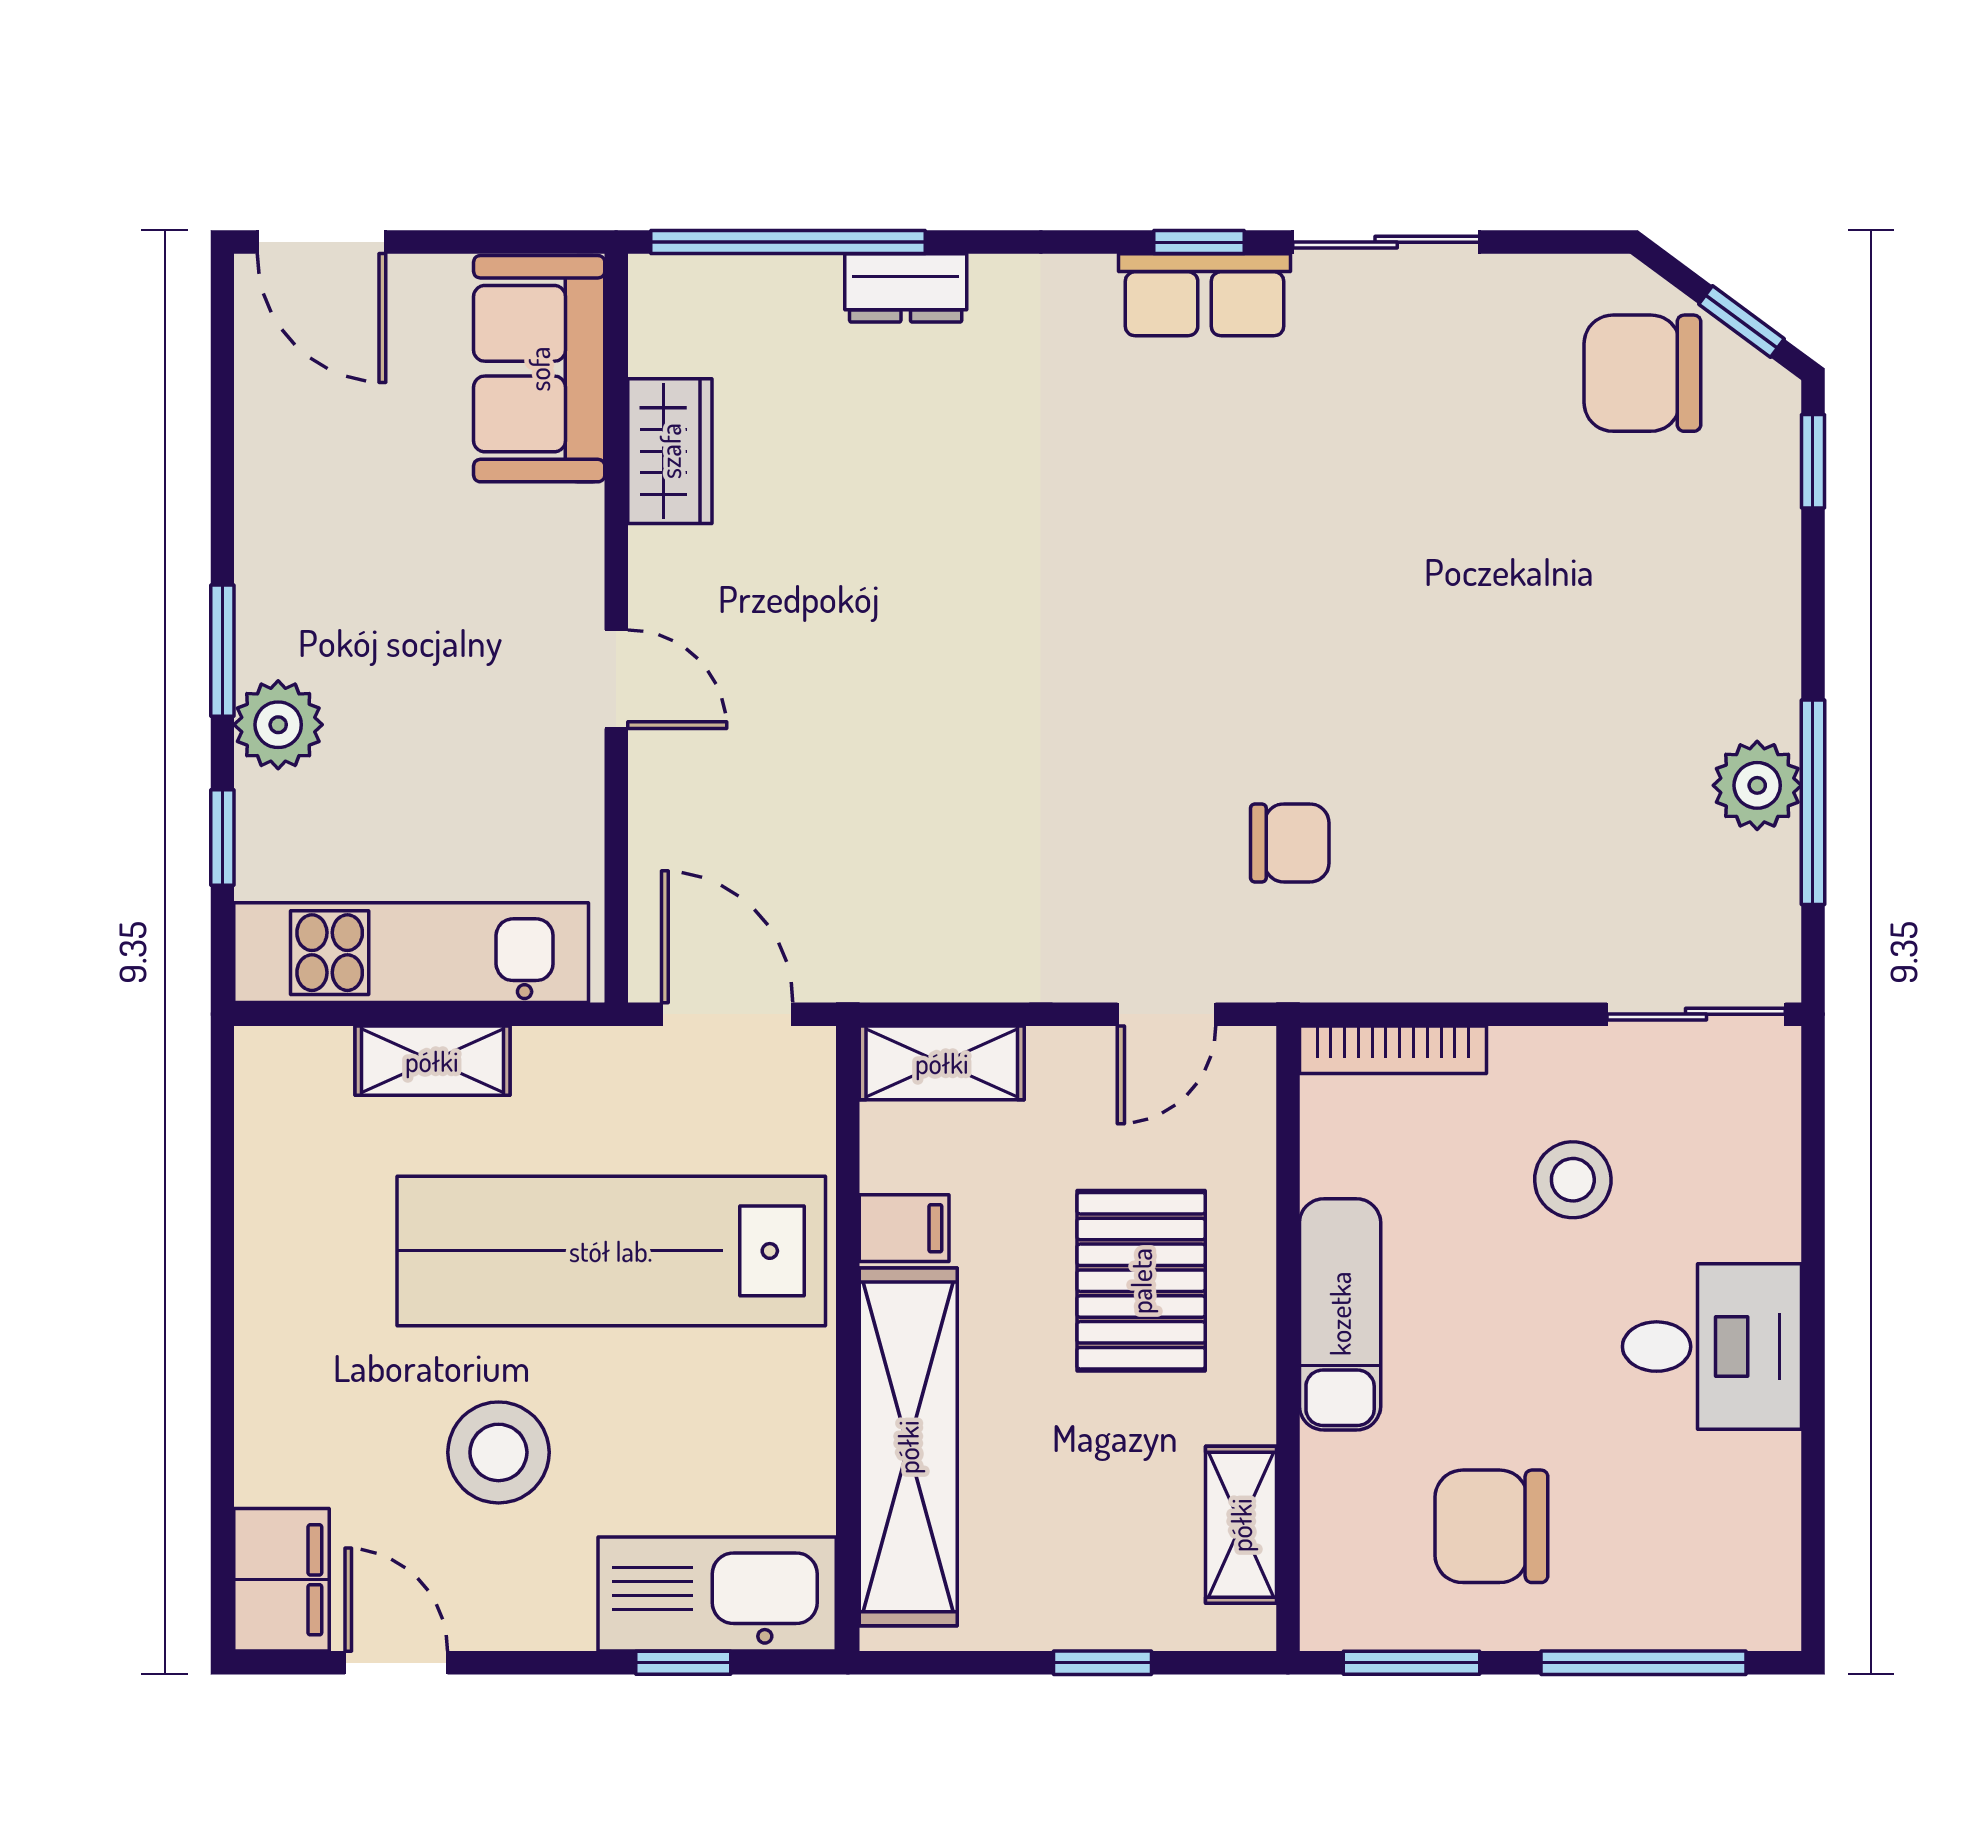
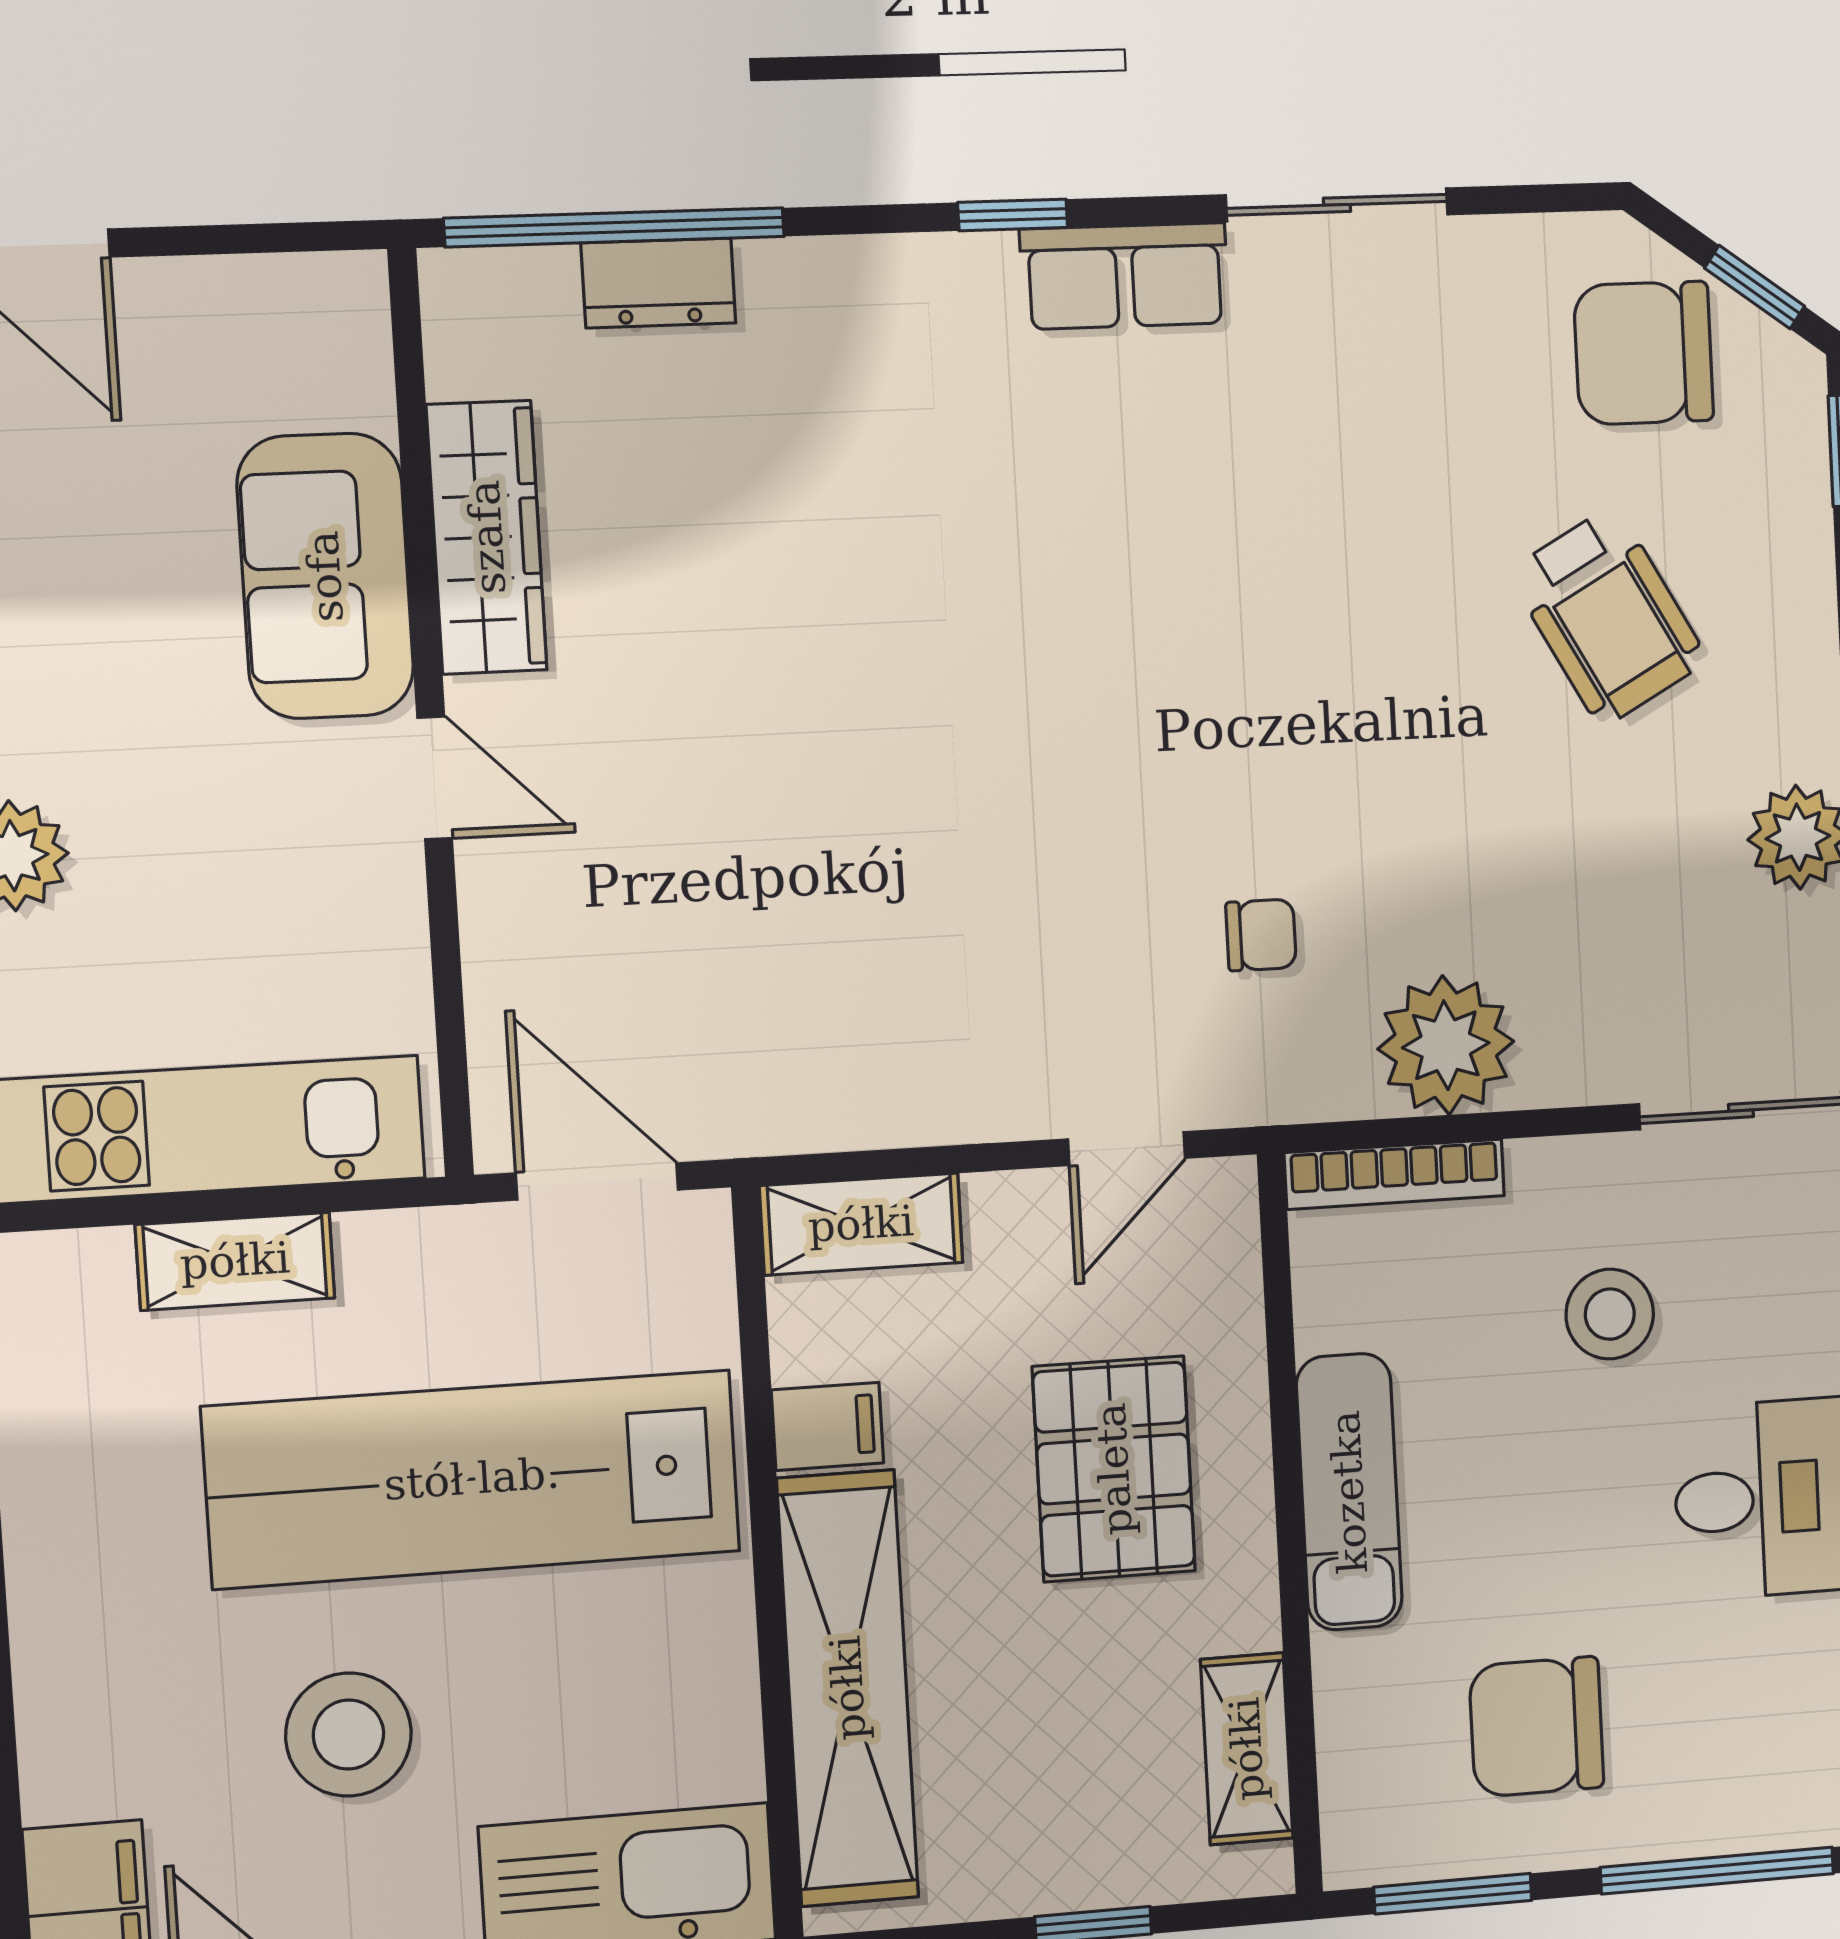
window: (1199, 242) -> (1013, 215), moved
dresser: (906, 288) -> (658, 283), moved
sofa: (539, 369) -> (325, 576), moved
wardrobe: (670, 451) -> (487, 537), width x1.50
wheelchair: (1601, 592) -> (1608, 616), added
chair: (1290, 843) -> (1261, 935), width x0.73, depth x0.73
plant: (1443, 944) -> (1446, 1045), added

